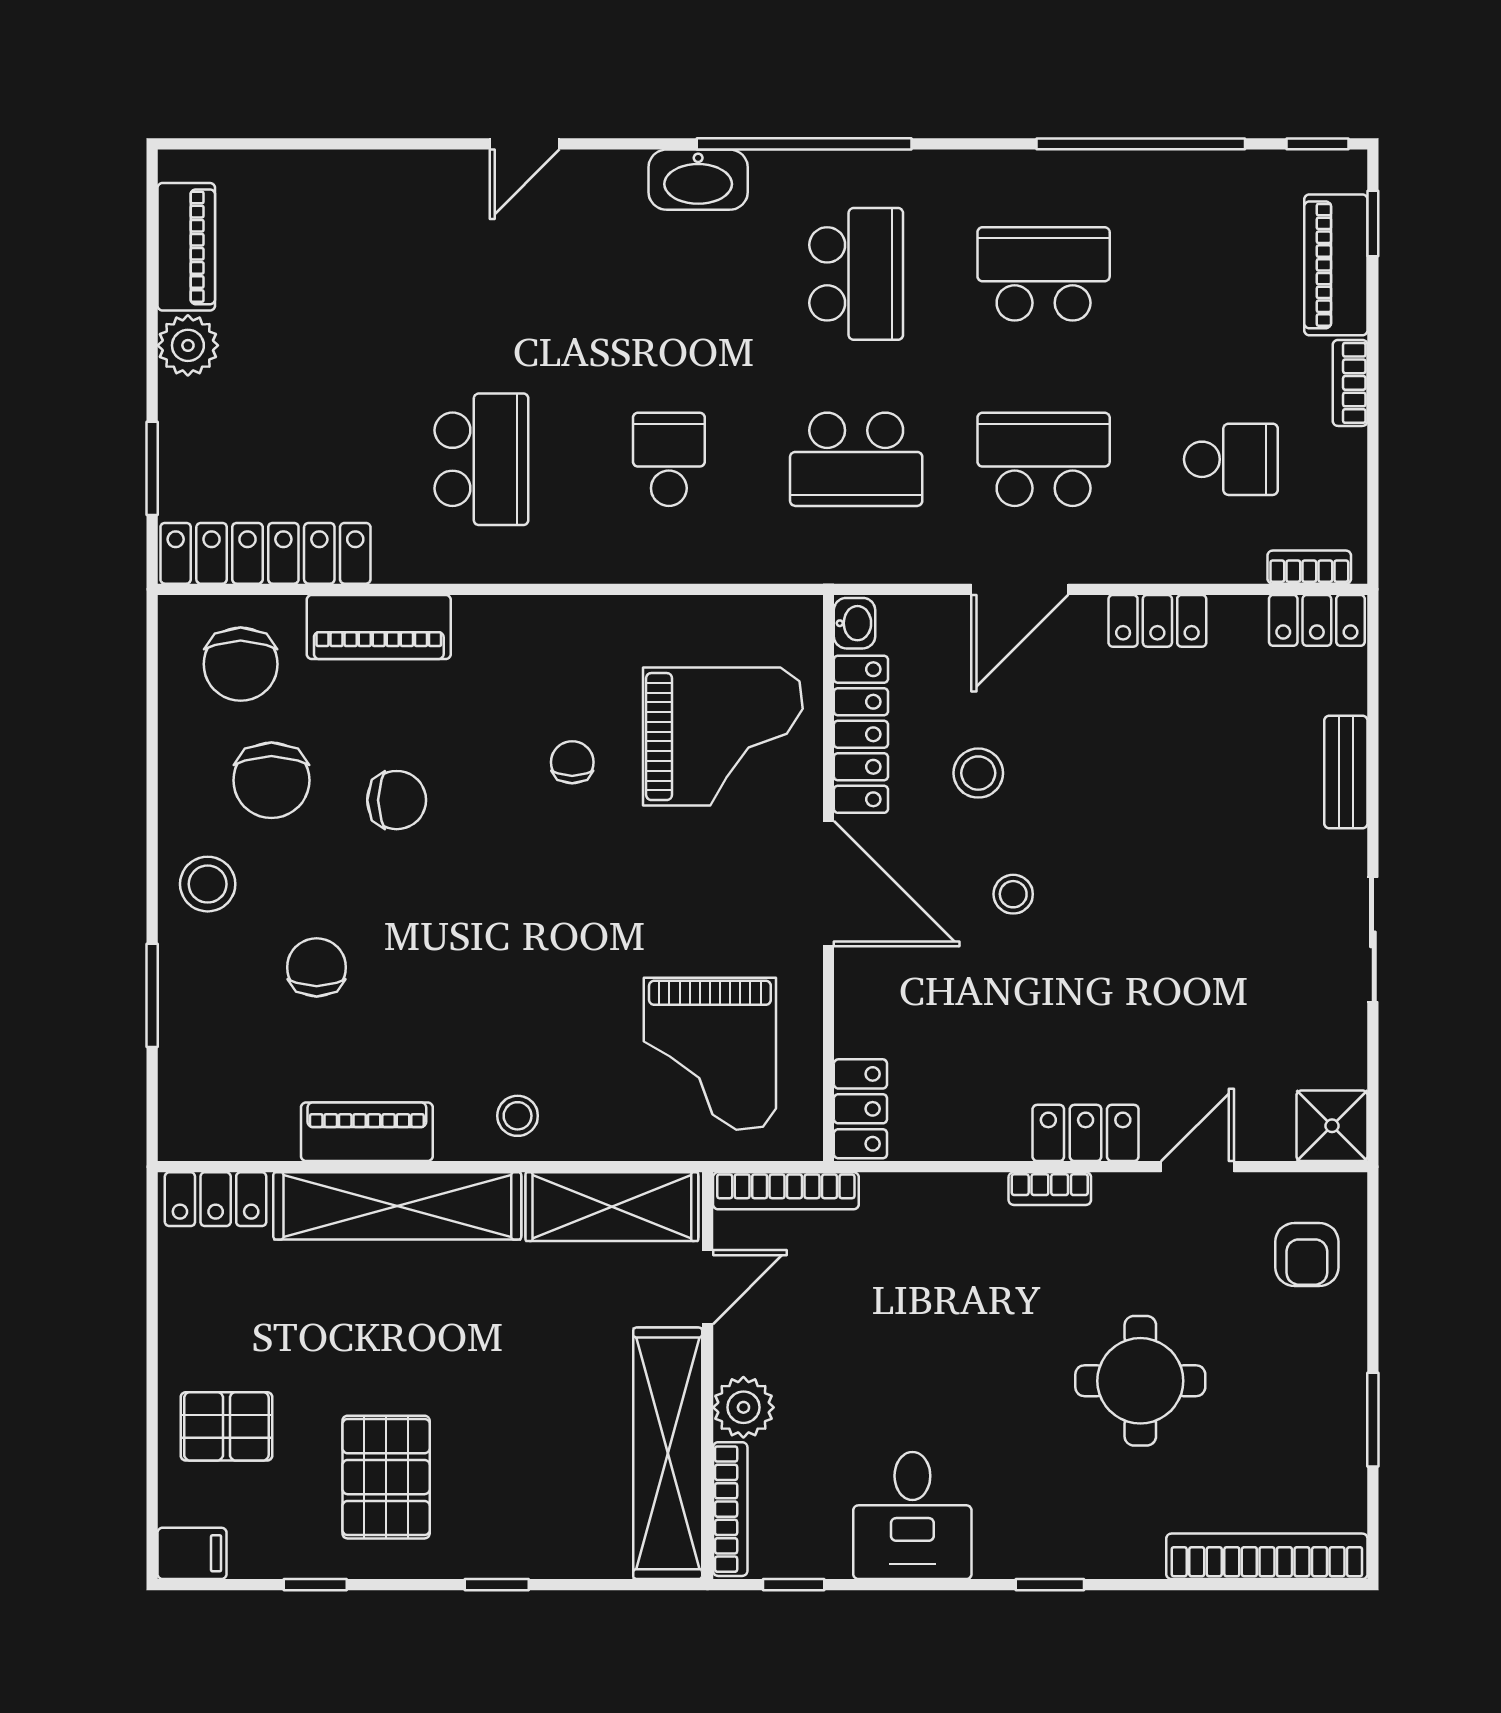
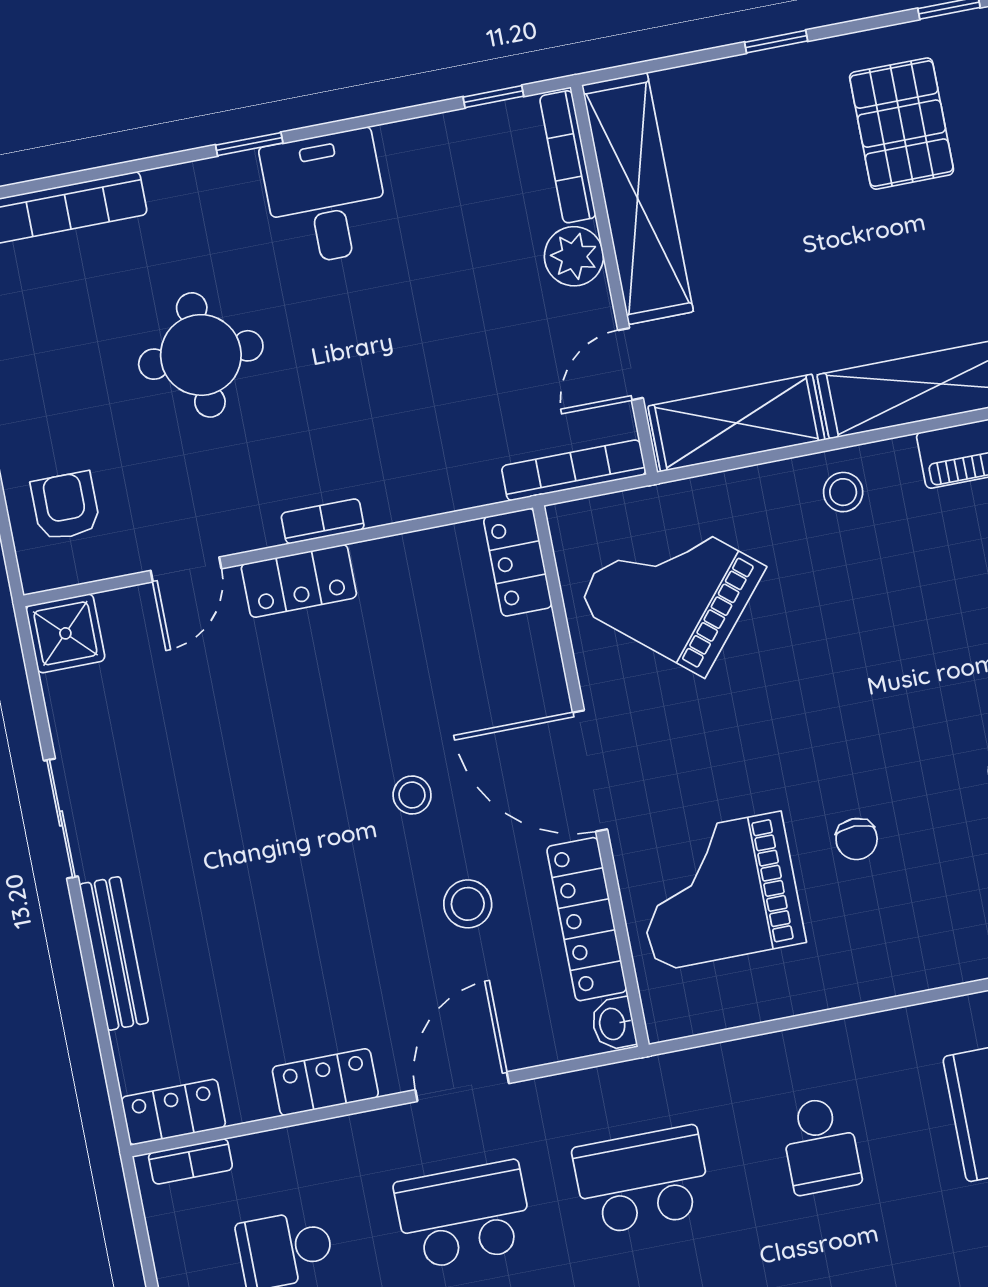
school desk: (1044, 459) -> (464, 1215), turned 180
bench: (1346, 772) -> (114, 953), width x1.36
grand piano: (710, 1054) -> (671, 587), turned -50
desk: (912, 1515) -> (326, 198), moved

